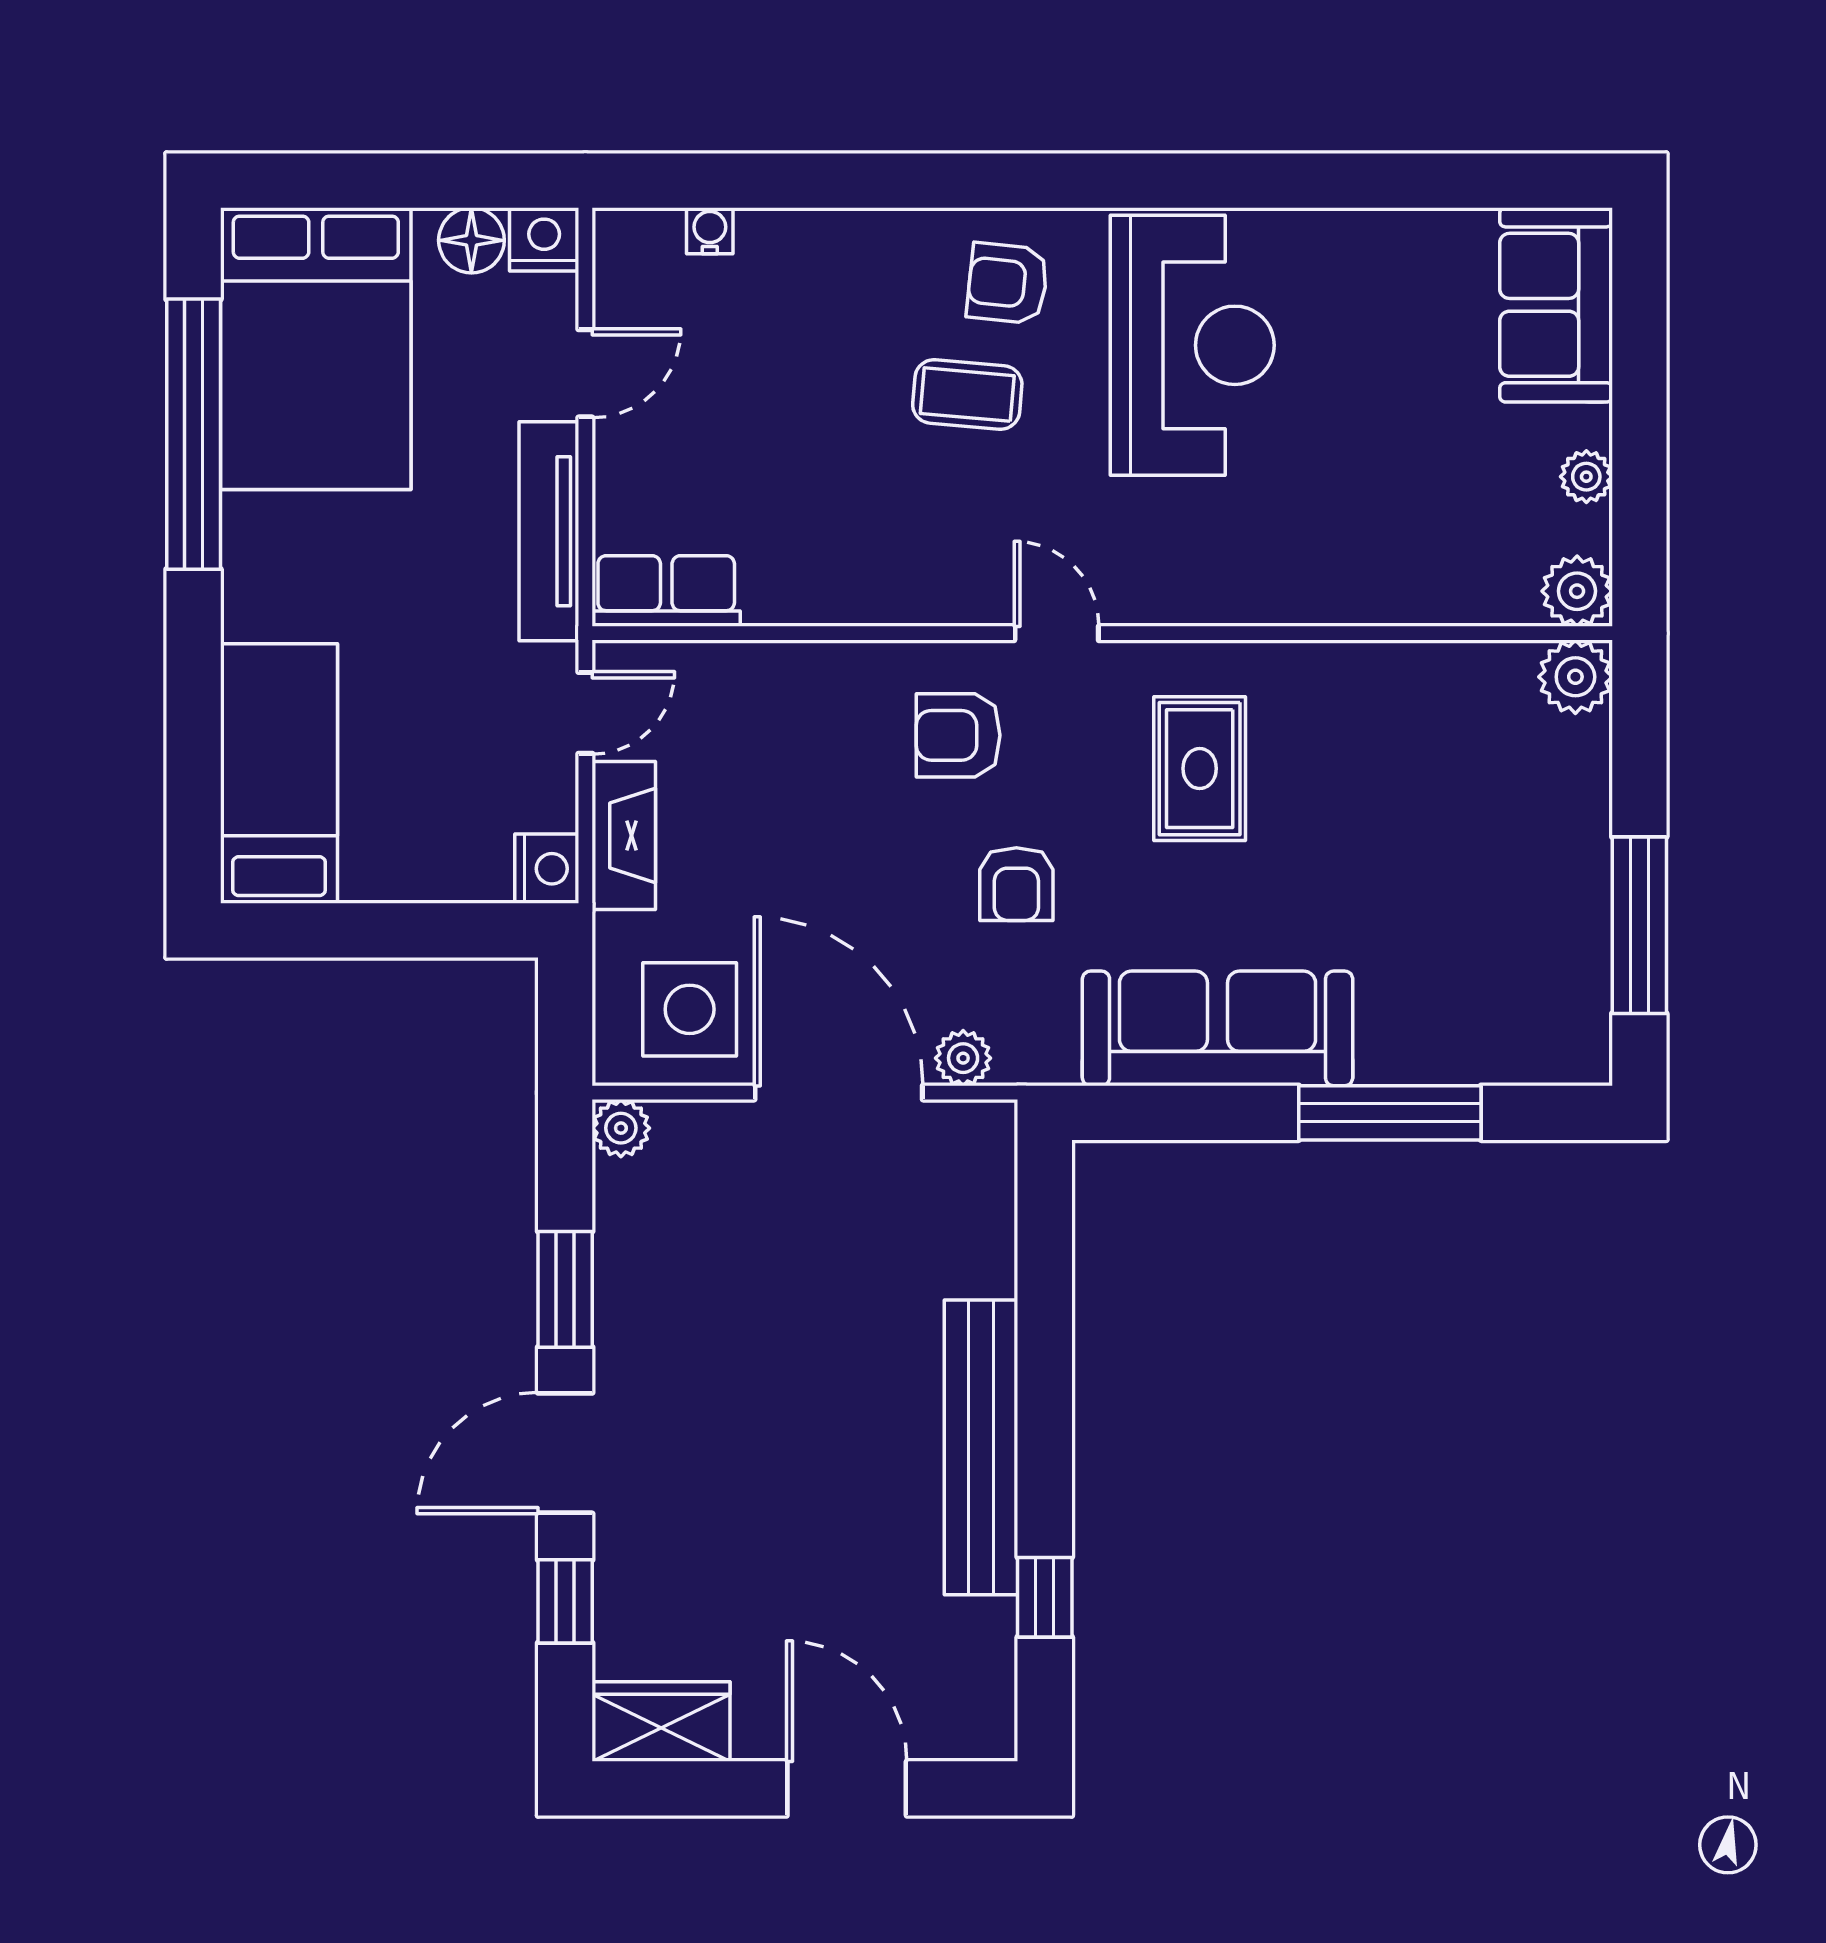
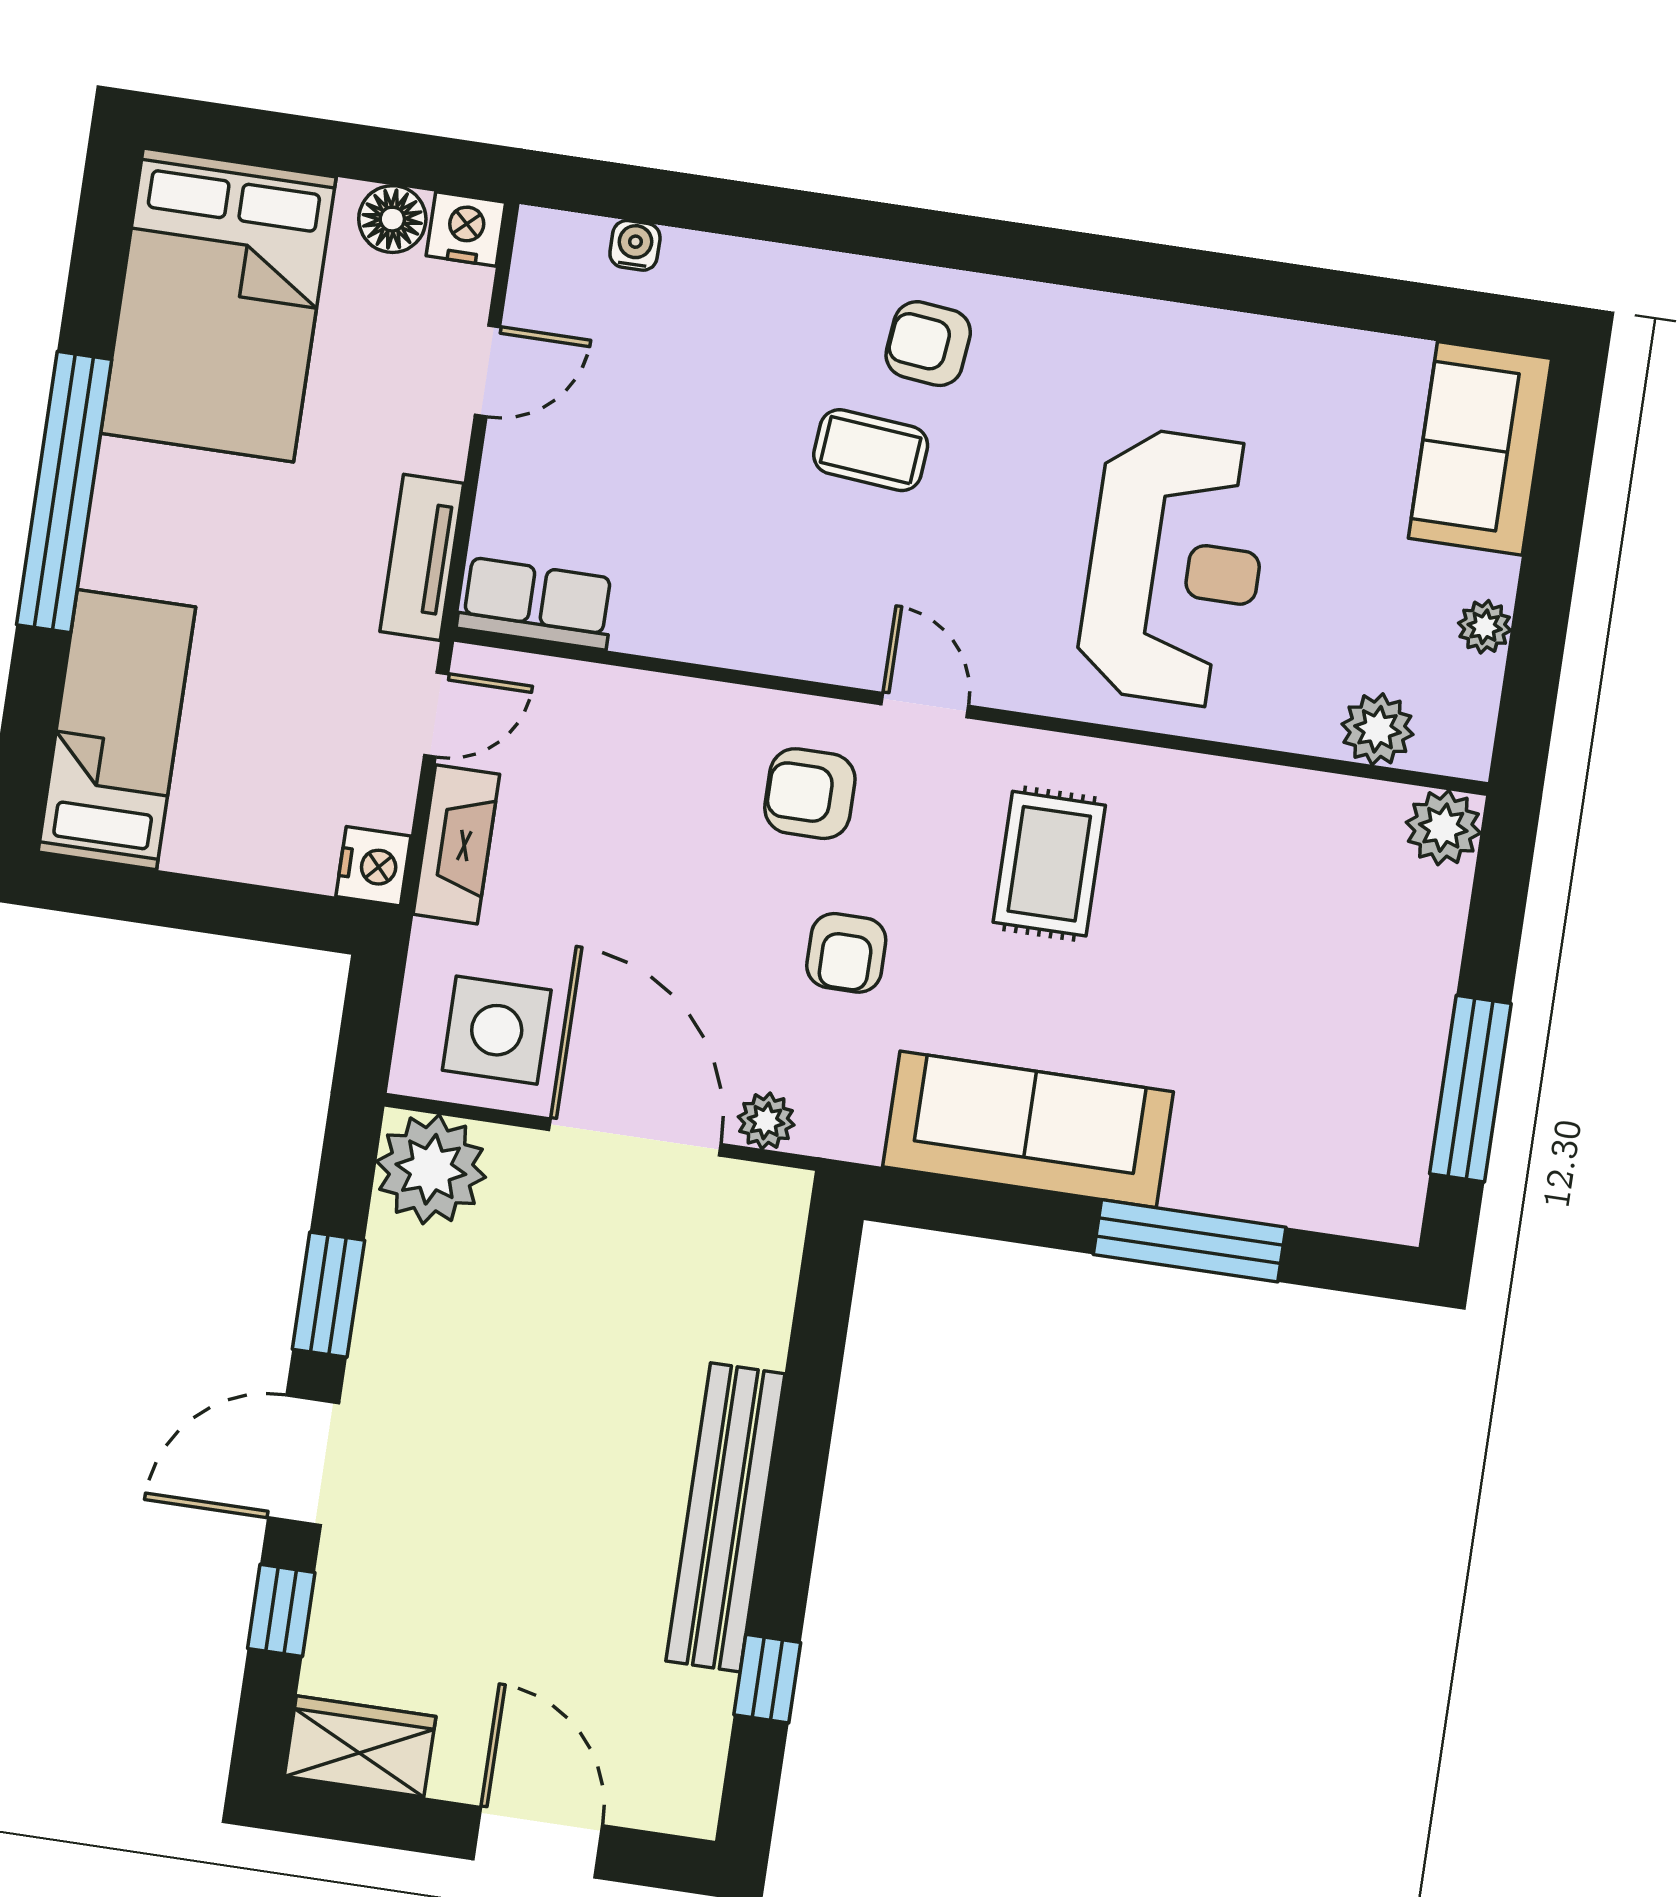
reception desk: (1192, 345) -> (1175, 568), moved
window: (194, 434) -> (64, 492), moved
tv unit: (549, 531) -> (422, 557), width x0.71
plant: (1577, 591) -> (1377, 729), moved
plant: (621, 1128) -> (431, 1169), width x1.87, depth x1.87

